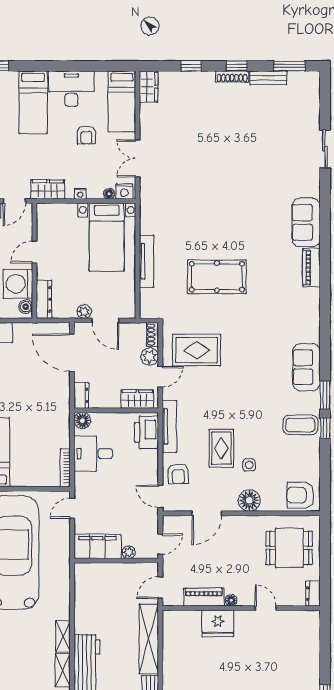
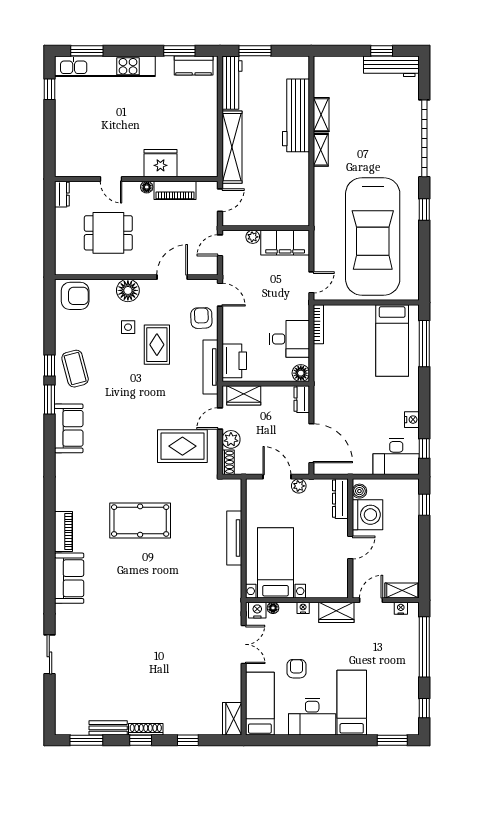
pool table: (217, 277) -> (140, 521), moved
coffee table: (300, 425) -> (75, 369), turned 75
dining table: (289, 548) -> (108, 233), moved

